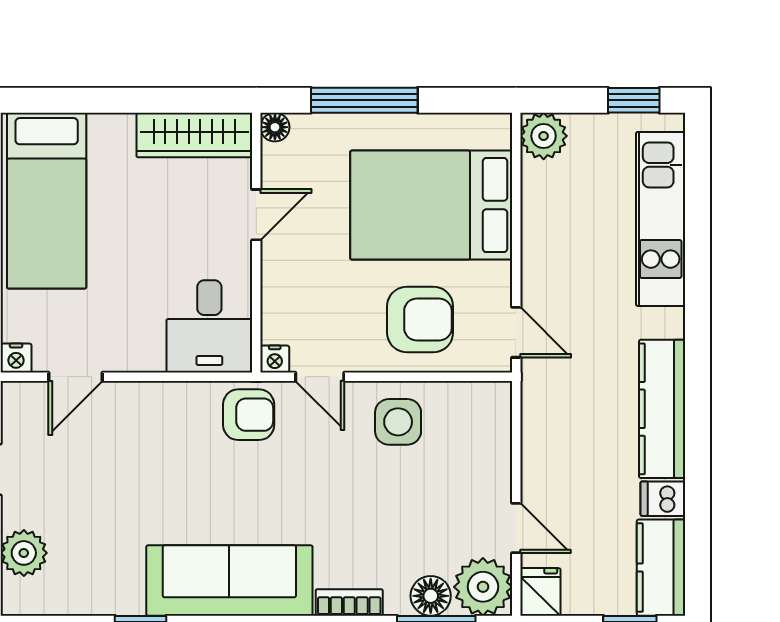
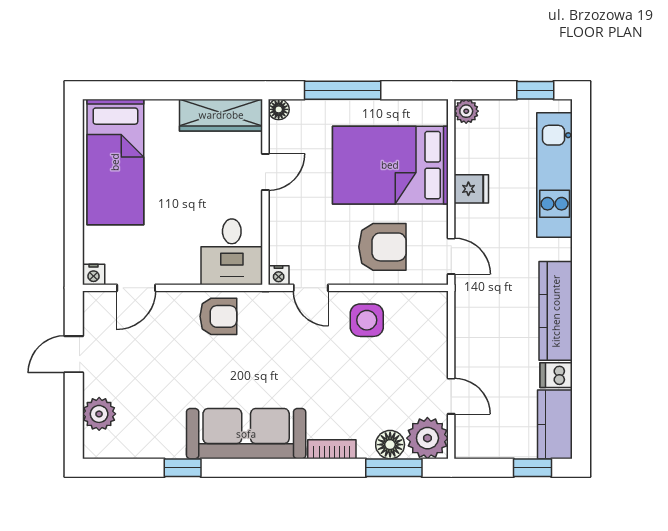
plant: (544, 136) -> (466, 111), width x0.73, depth x0.73
armchair: (249, 415) -> (218, 316), moved
fridge: (540, 592) -> (471, 189), moved, turned 90

